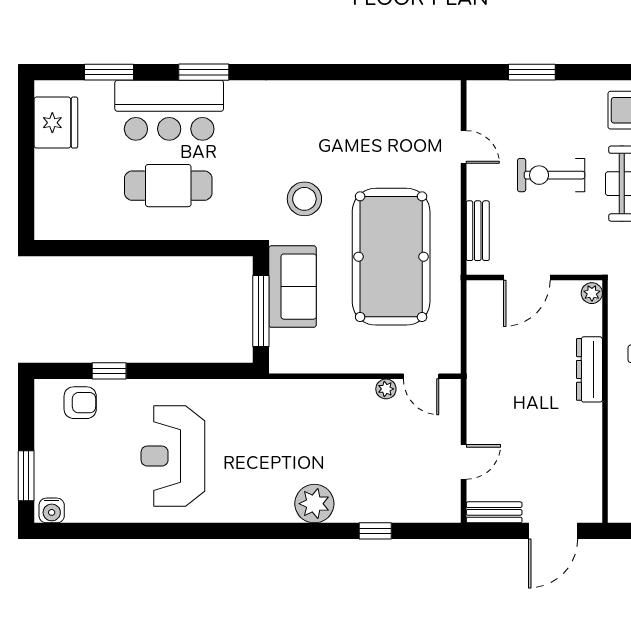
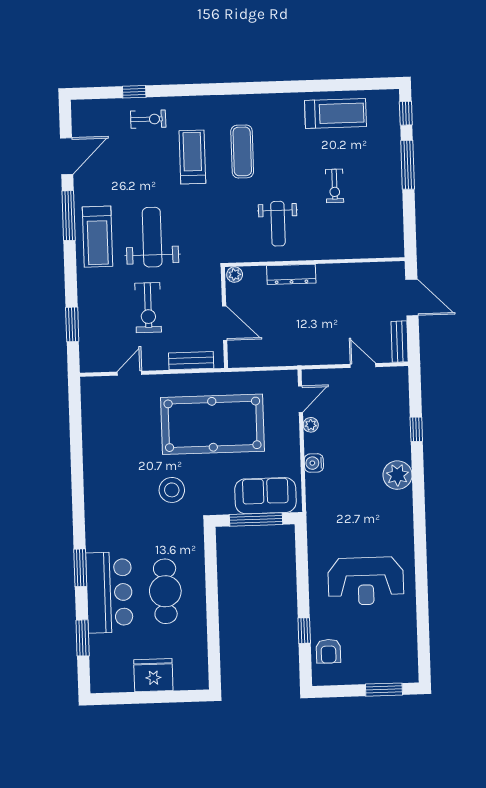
fridge: (56, 123) -> (153, 675), moved
sofa: (292, 287) -> (265, 496), moved
armchair: (80, 403) -> (328, 651), turned 180
water cooler: (52, 510) -> (314, 463), moved, turned 180

